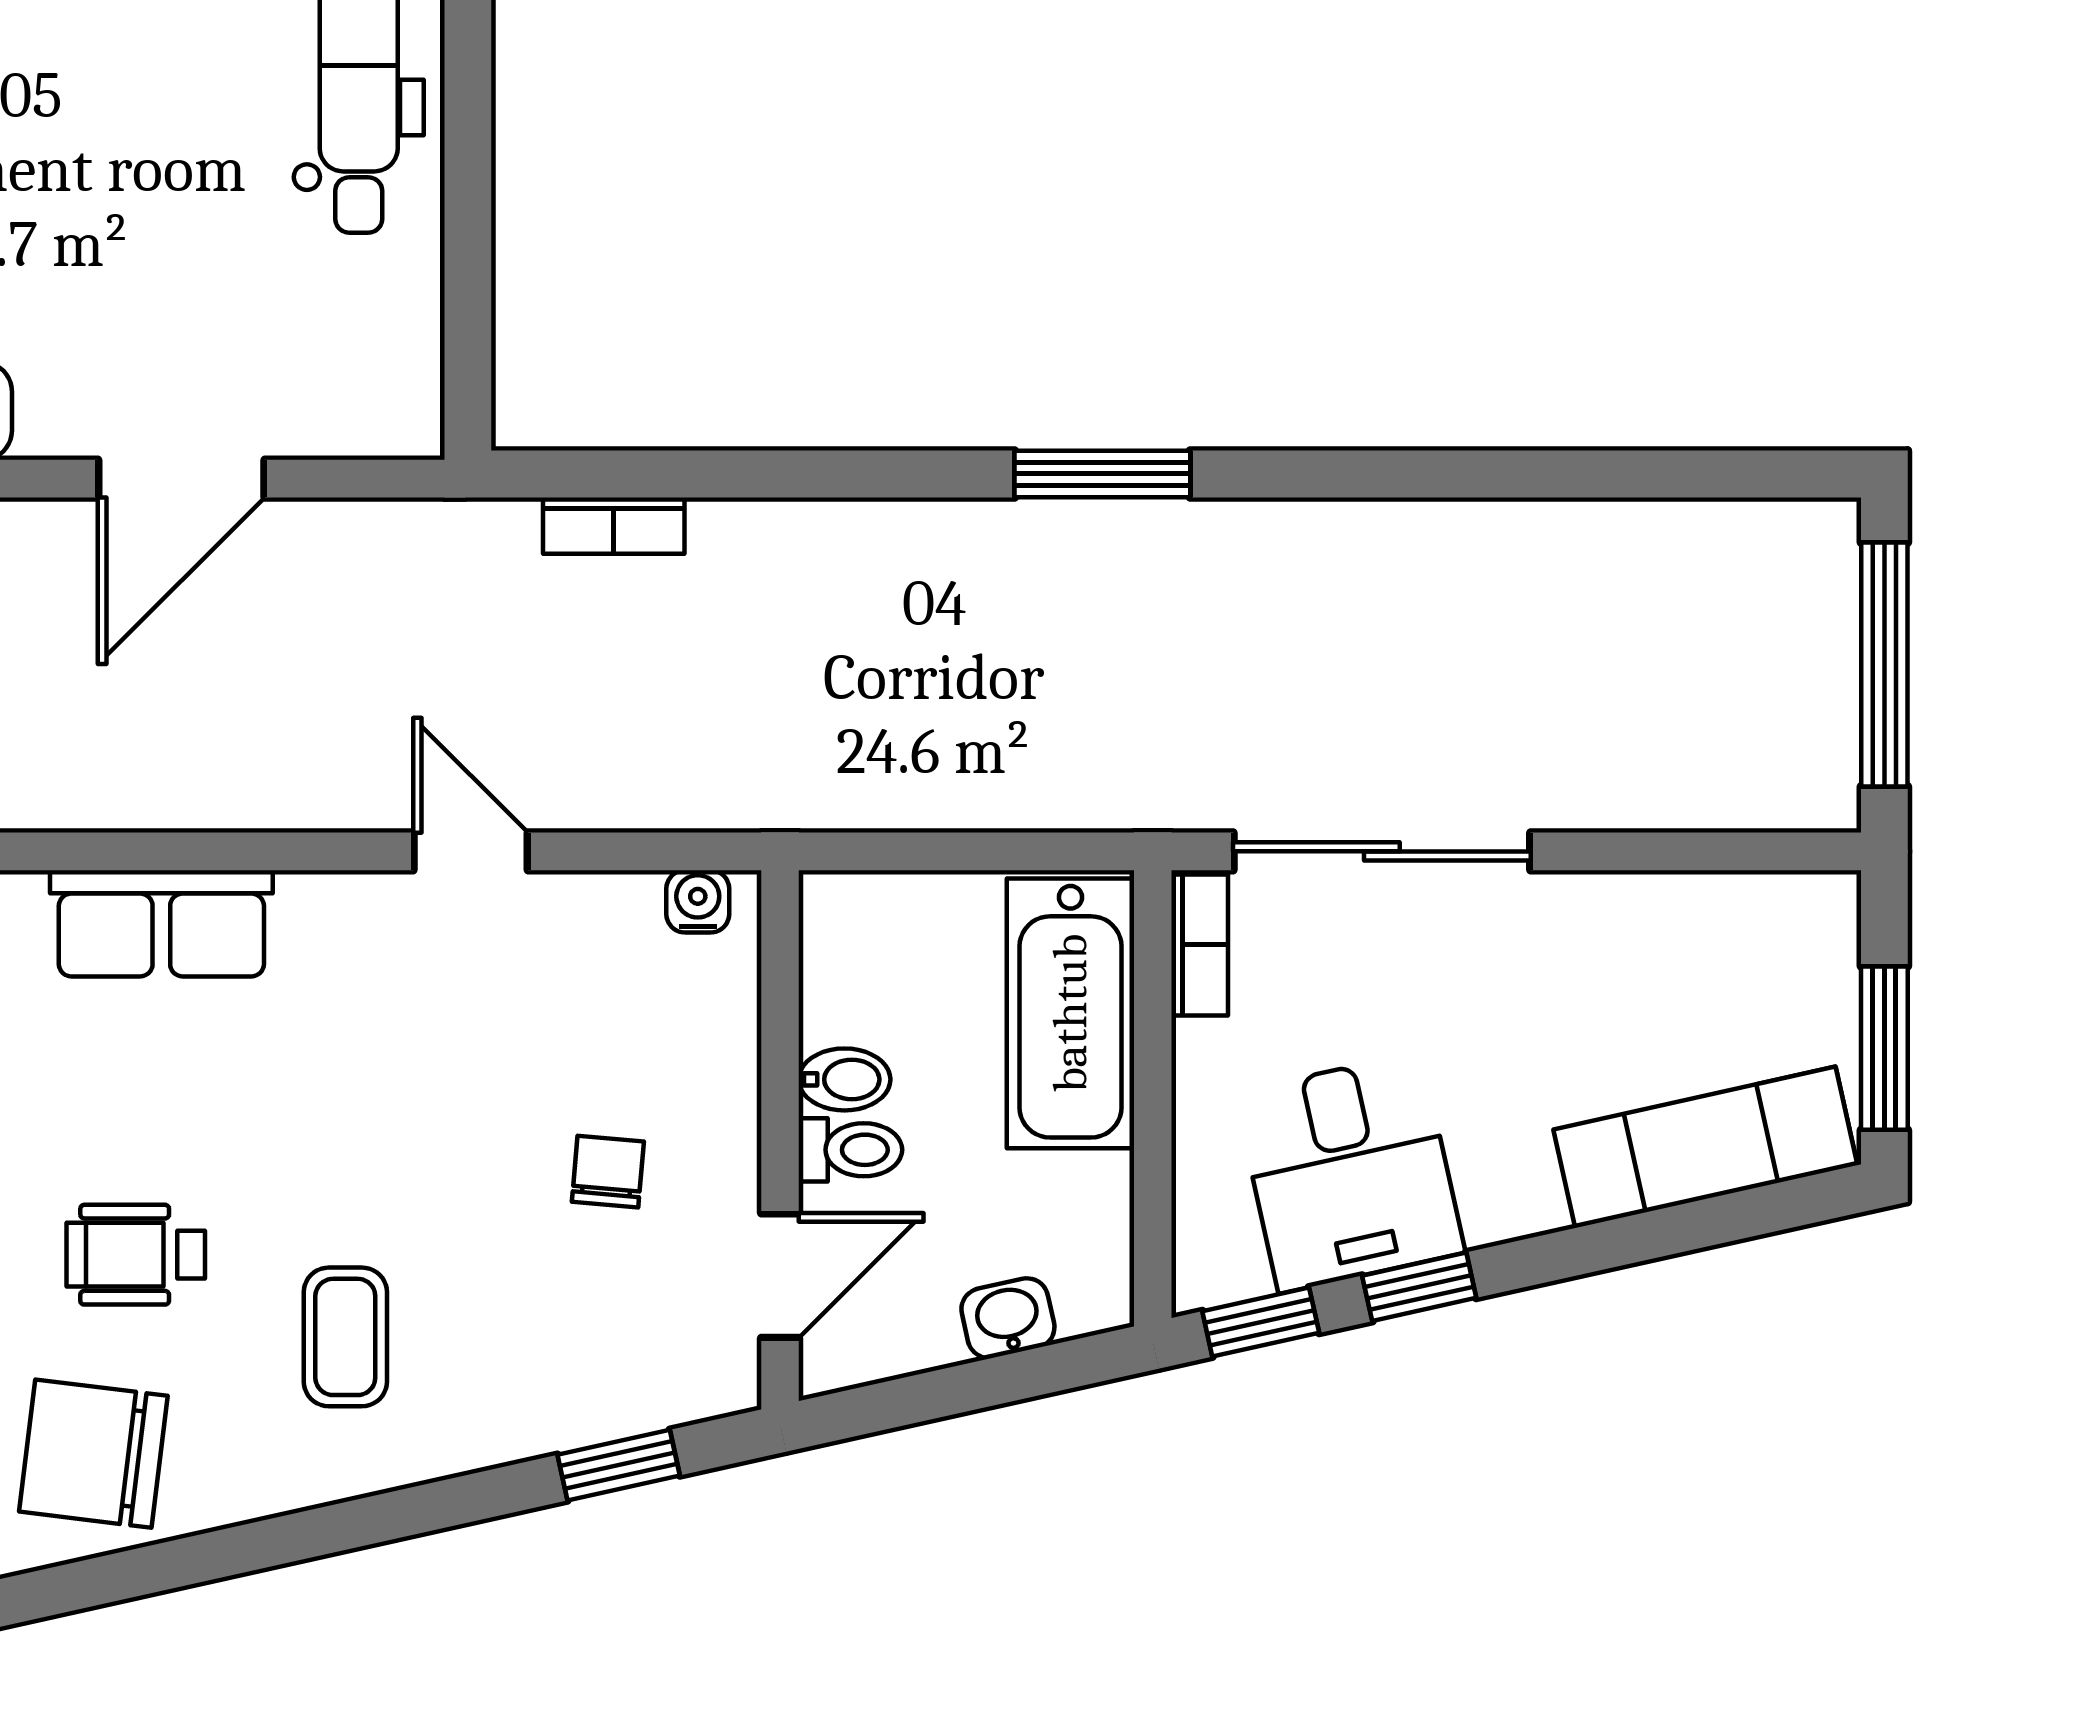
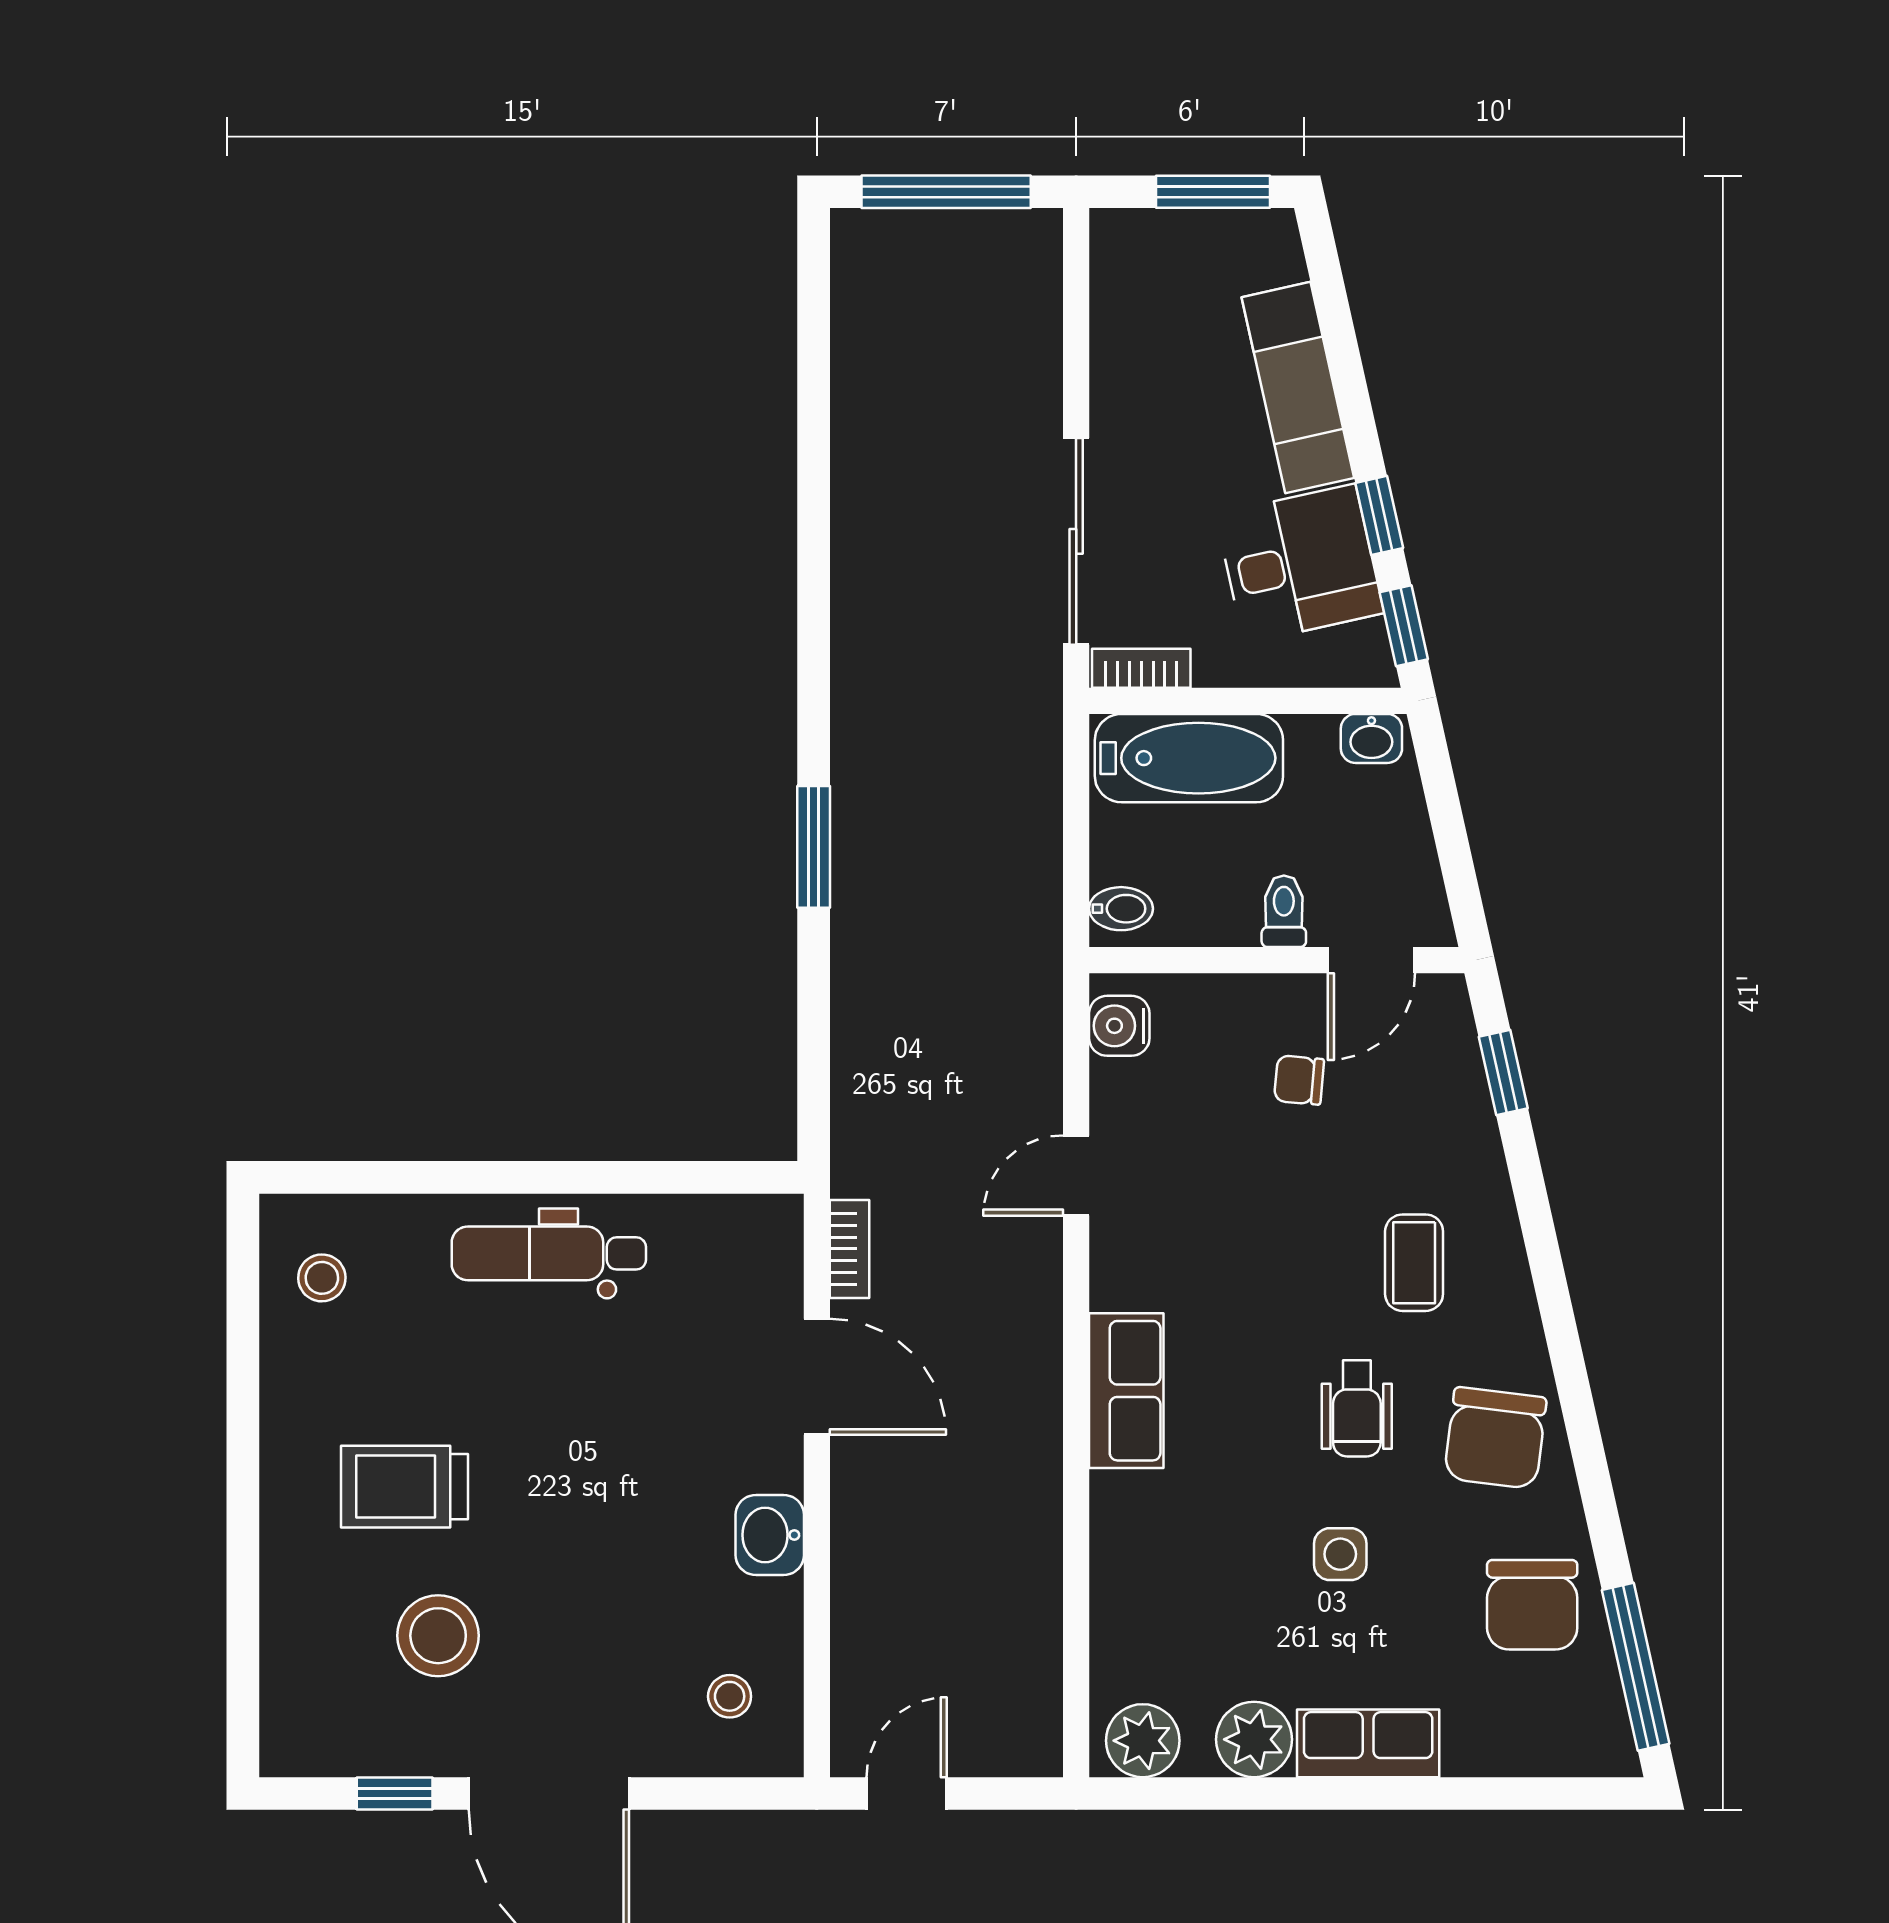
window: (1102, 474) -> (814, 847), moved
bookcase: (614, 526) -> (849, 1249), moved
water cooler: (698, 901) -> (1119, 1026), width x1.38, depth x1.38
bidet: (844, 1079) -> (1121, 909), moved, turned 90
exam couch: (1705, 1147) -> (1298, 388), moved
door: (780, 1276) -> (1371, 960), swing flipped
washbasin: (1008, 1318) -> (1371, 738), moved, turned -77
coffee table: (345, 1337) -> (1414, 1263), turned 90

